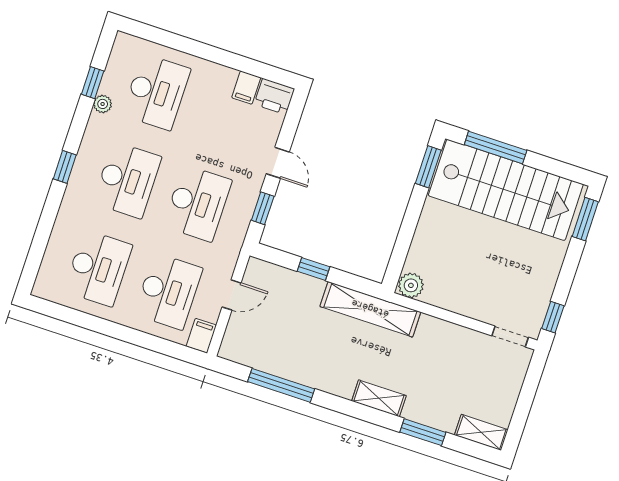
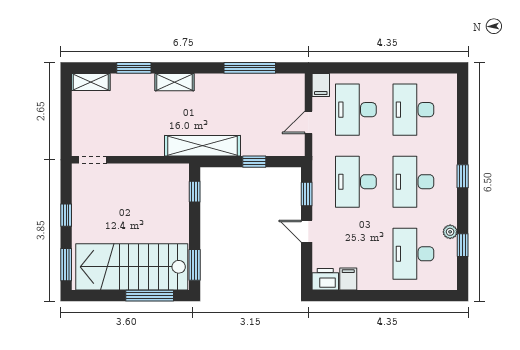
window: (399, 256) -> (195, 192), added
plant: (411, 285) -> (178, 173), removed
window: (553, 317) -> (66, 215), moved

